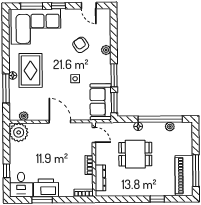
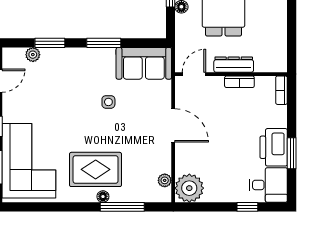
armchair: (81, 45) -> (57, 93), removed
plant: (106, 50) -> (33, 55), moved
window: (114, 103) -> (50, 43), moved
door: (60, 122) -> (173, 125), swing flipped
dresser: (100, 178) -> (234, 65), moved

